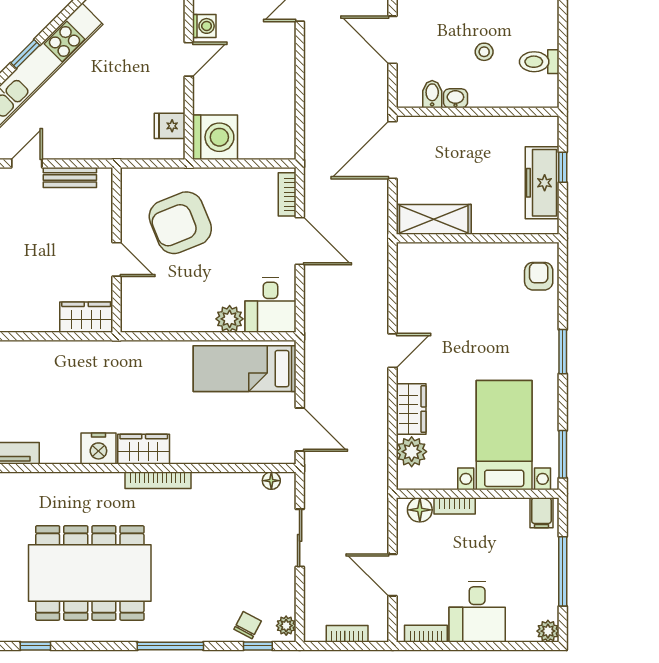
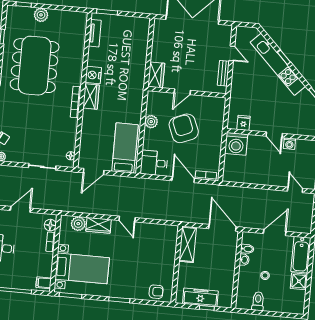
armchair: (180, 223) -> (184, 128), moved
door: (300, 241) -> (183, 180), swing flipped
plant: (230, 319) -> (151, 122), moved

